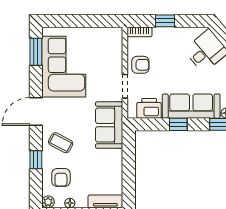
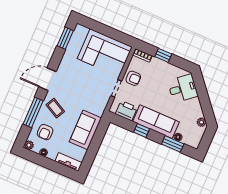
corner sofa: (64, 67) -> (105, 53), moved, turned 90
sofa: (109, 125) -> (85, 130), moved
window: (36, 160) -> (33, 112), width x2.17

